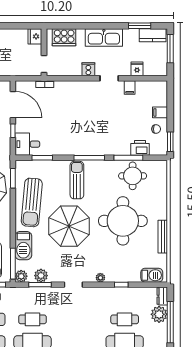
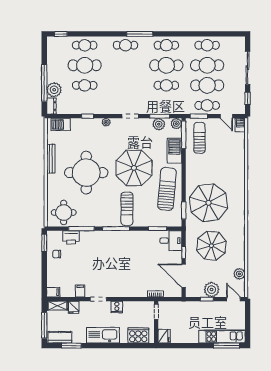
shelving: (155, 71) -> (58, 306), added
filing cabinet: (160, 112) -> (53, 292), moved
round table: (133, 176) -> (64, 213), moved

